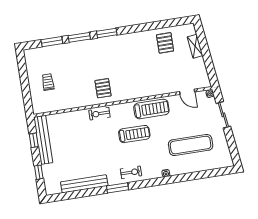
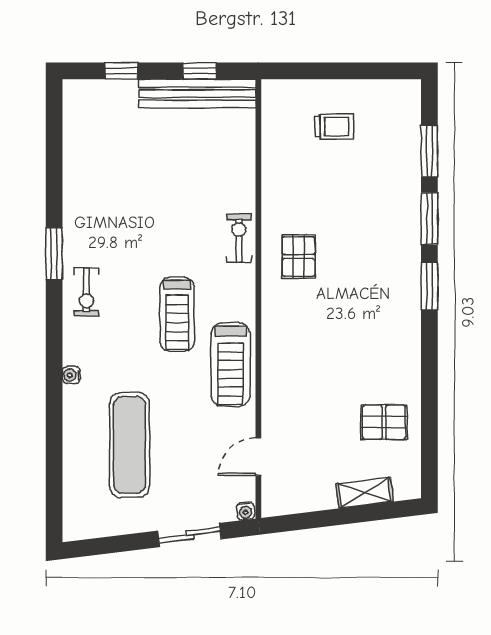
pallet: (103, 88) -> (299, 257), turned 90
bench: (84, 184) -> (76, 176), removed

